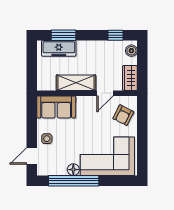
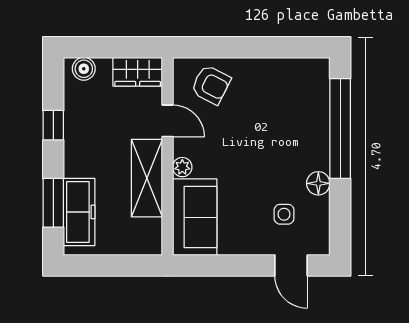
window: (116, 35) -> (53, 125), moved
plant: (82, 101) -> (182, 167), added
side table: (47, 139) -> (284, 214), moved
corner sofa: (107, 156) -> (292, 116), removed
window: (74, 181) -> (340, 128), moved

